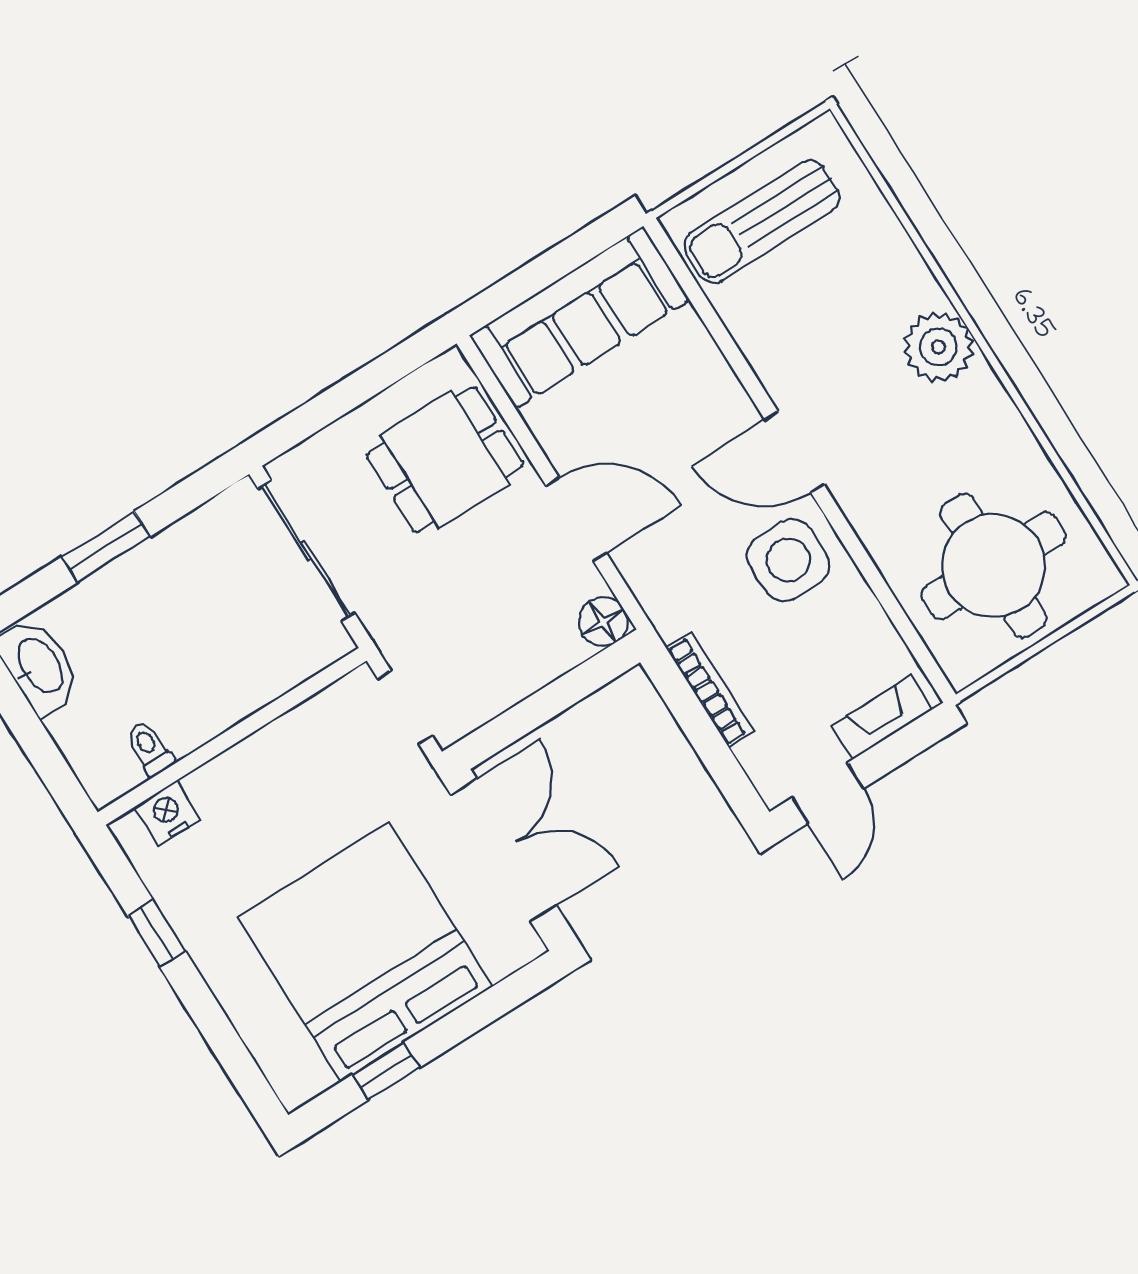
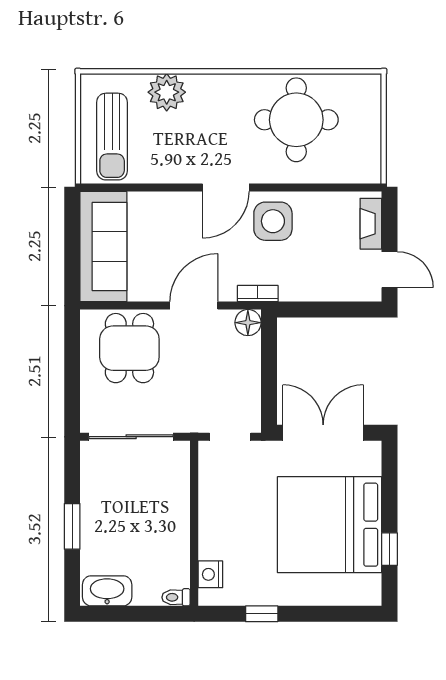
plant: (938, 347) -> (167, 92), moved
round table: (993, 566) -> (296, 120), moved
bookcase: (710, 689) -> (258, 294), moved, width x0.64
toilet: (150, 749) -> (176, 597), moved

